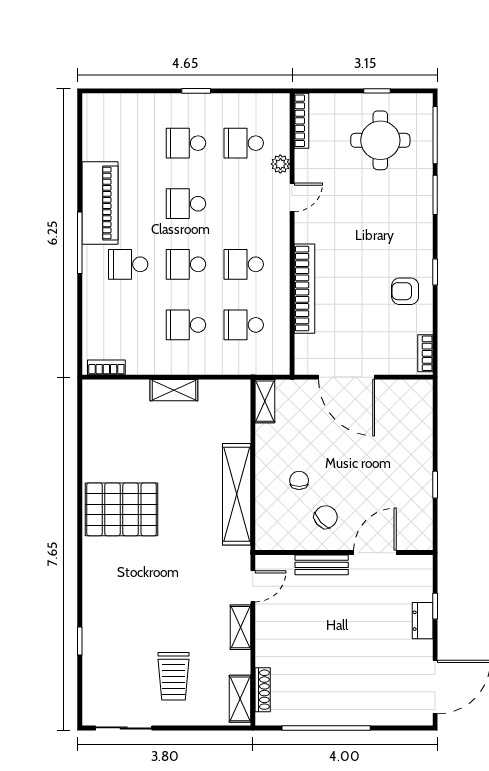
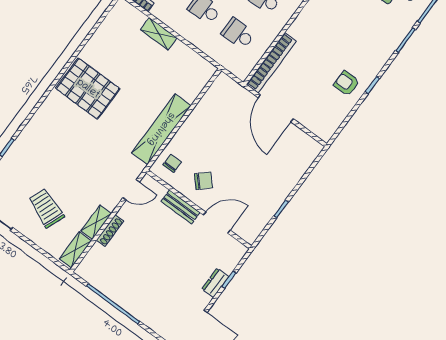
bookcase: (305, 289) -> (271, 63), moved
bookcase: (425, 353) -> (332, 128), removed
shelving: (174, 390) -> (159, 34), moved
shelving: (265, 401) -> (218, 87), removed
chair: (299, 480) -> (172, 163), moved
shelving: (240, 627) -> (96, 222), moved
trolley: (173, 676) -> (46, 208), turned 111
shoe rack: (263, 690) -> (110, 231), moved

